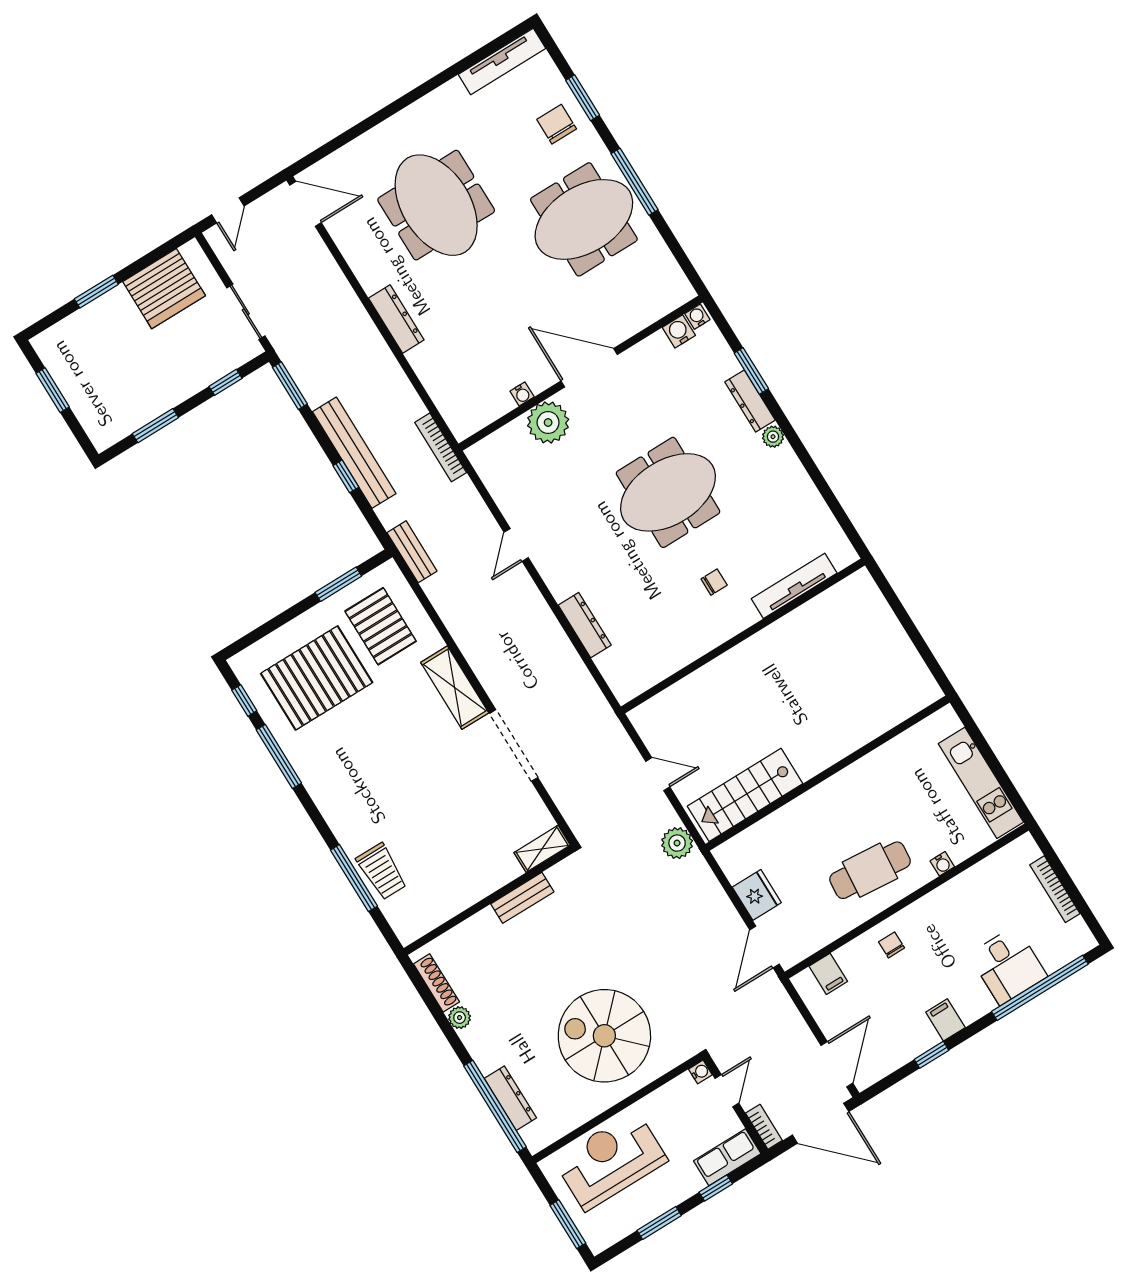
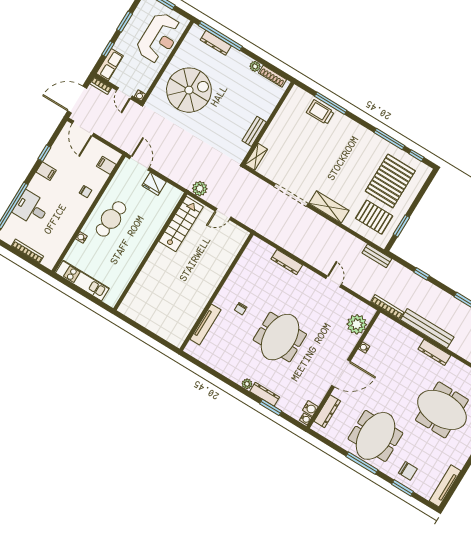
dresser: (650, 311) -> (327, 411), added
plant: (548, 422) -> (357, 324), moved
bench: (354, 453) -> (427, 328), moved

